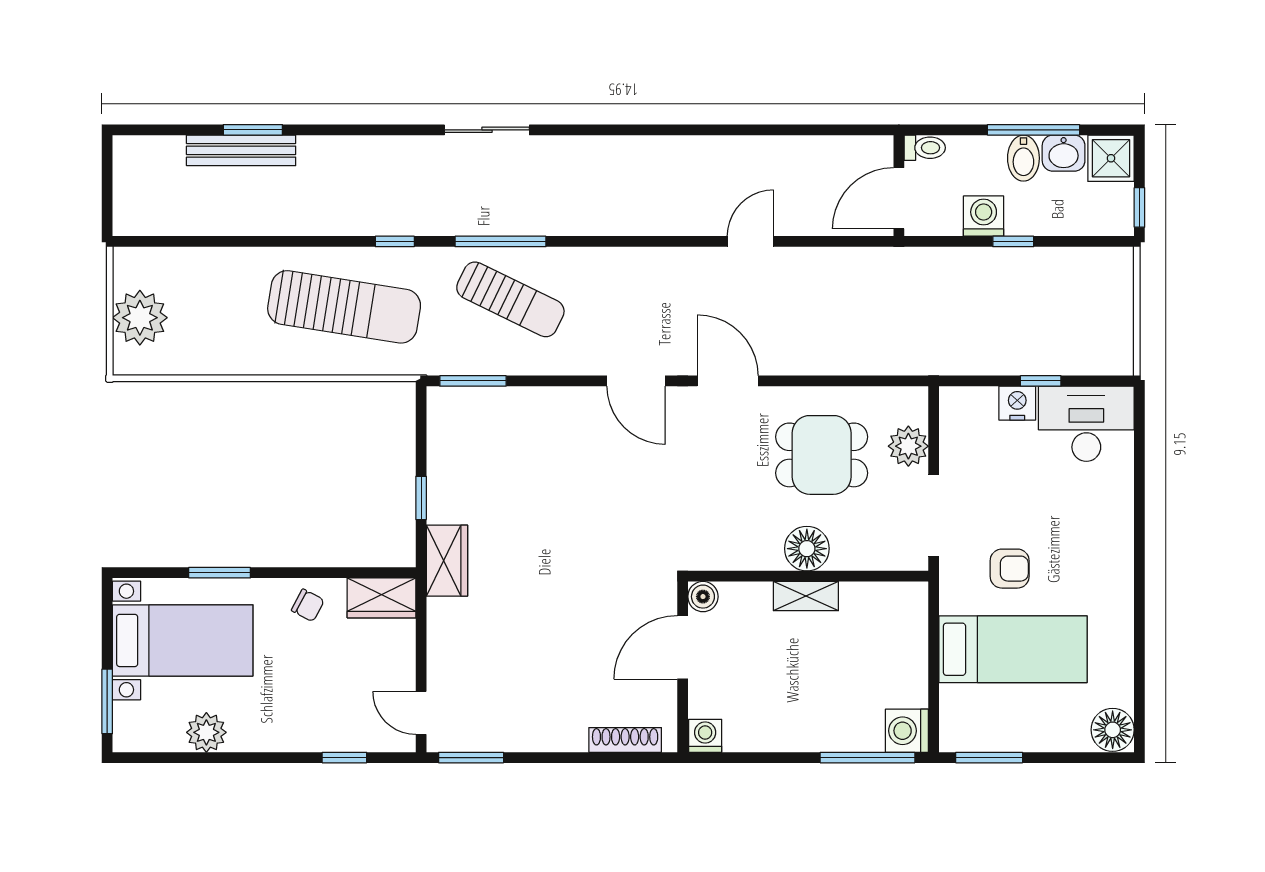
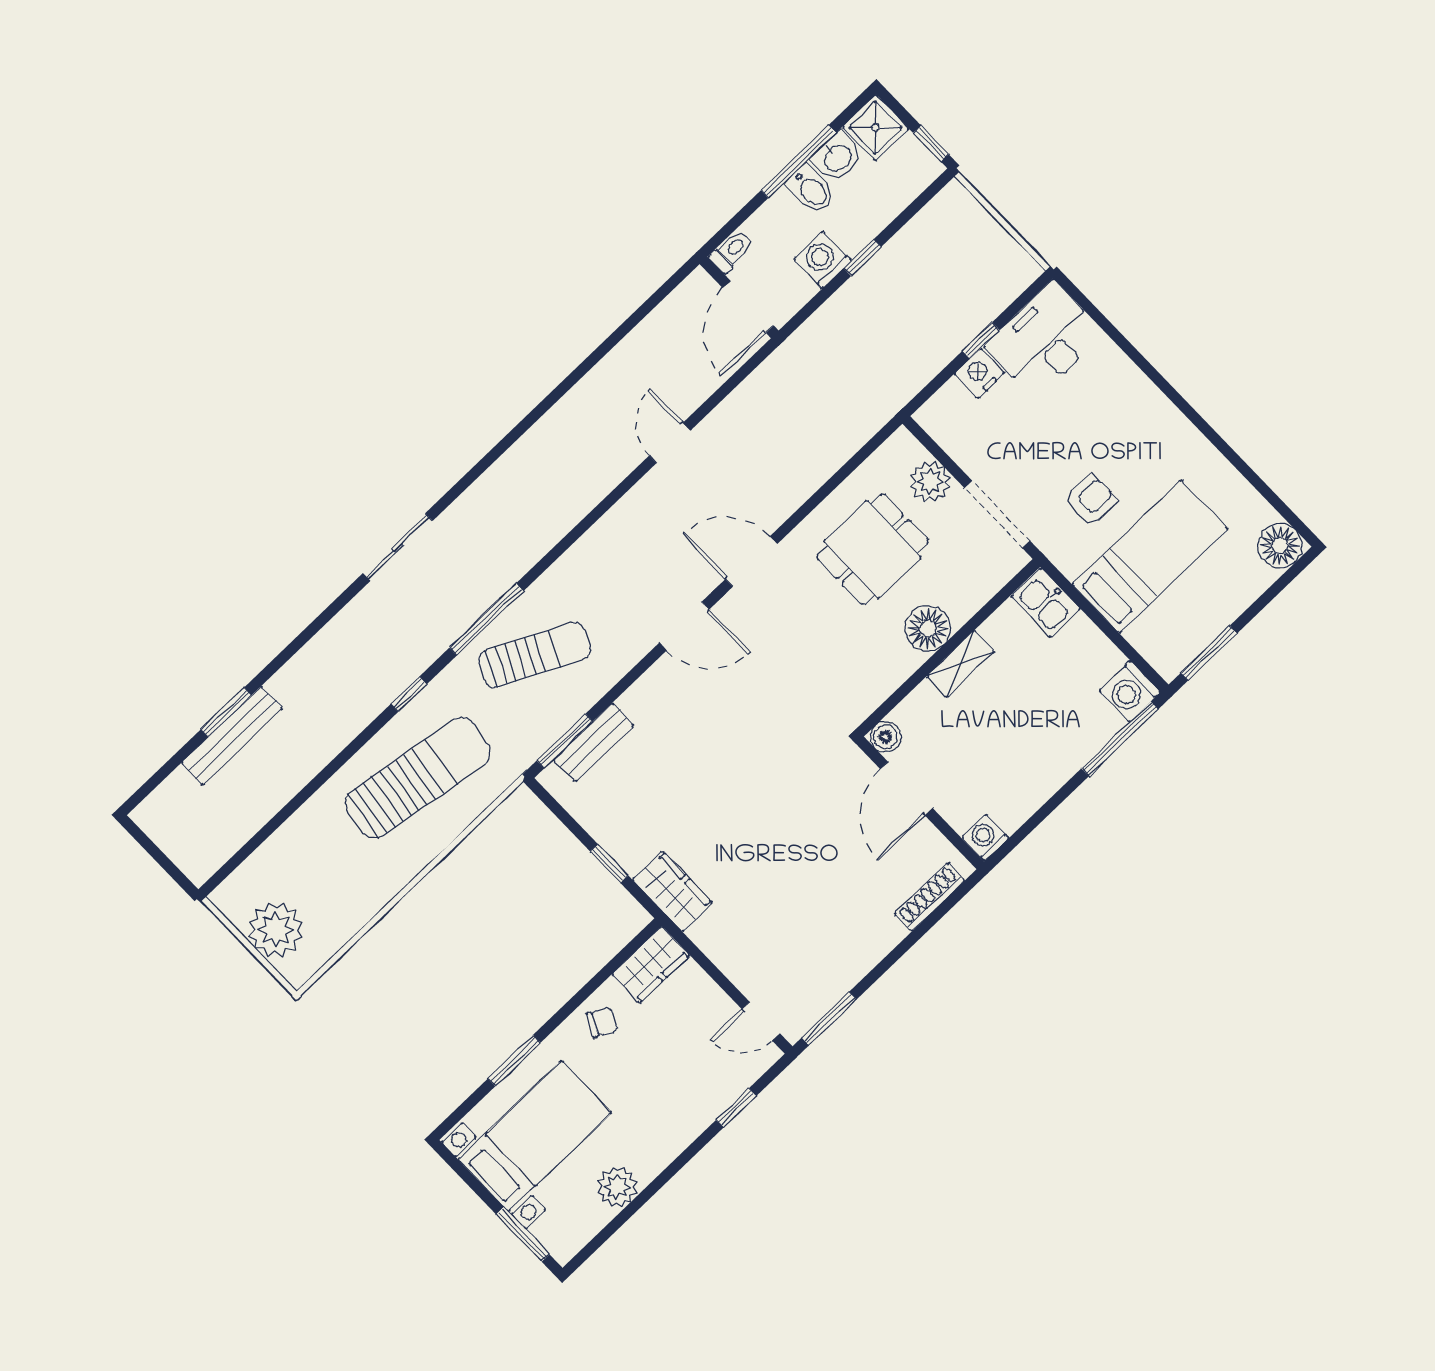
bench: (492, 401) -> (593, 742), added
kitchen sink: (908, 611) -> (1046, 603), added

